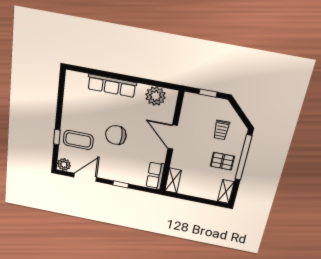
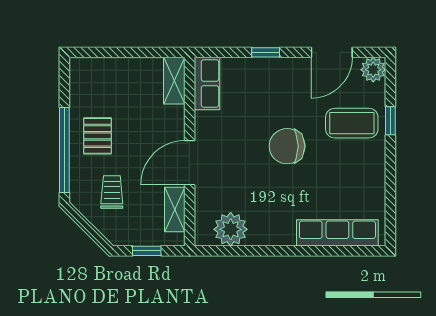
row of seats: (112, 86) -> (337, 233), moved
chair: (116, 135) -> (287, 146), turned 180
door: (173, 137) -> (190, 163), swing flipped
pallet: (222, 161) -> (98, 136), turned 90
shelving: (226, 192) -> (175, 210), moved

